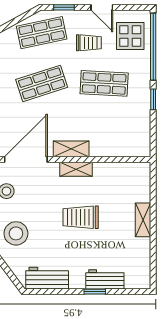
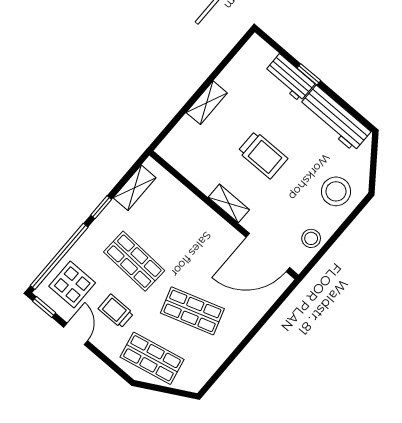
window: (64, 7) -> (44, 307), moved
shelving: (71, 149) -> (135, 188), moved, turned 90
workbench: (47, 278) -> (335, 118), width x1.38

